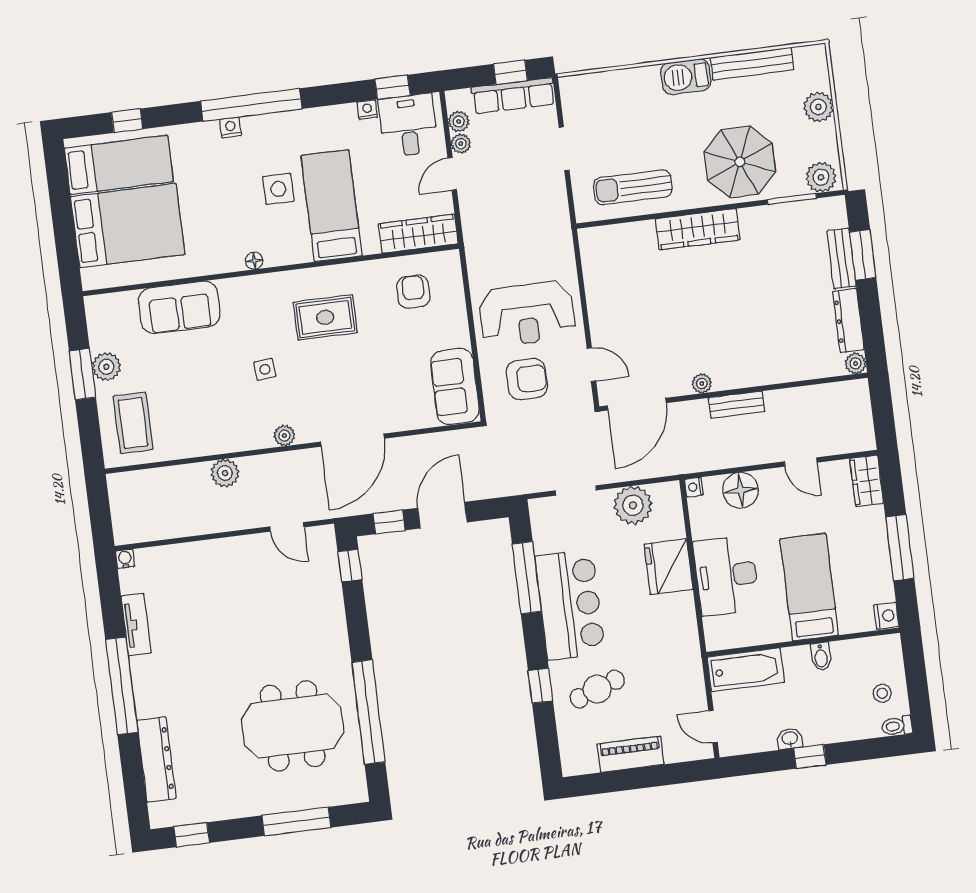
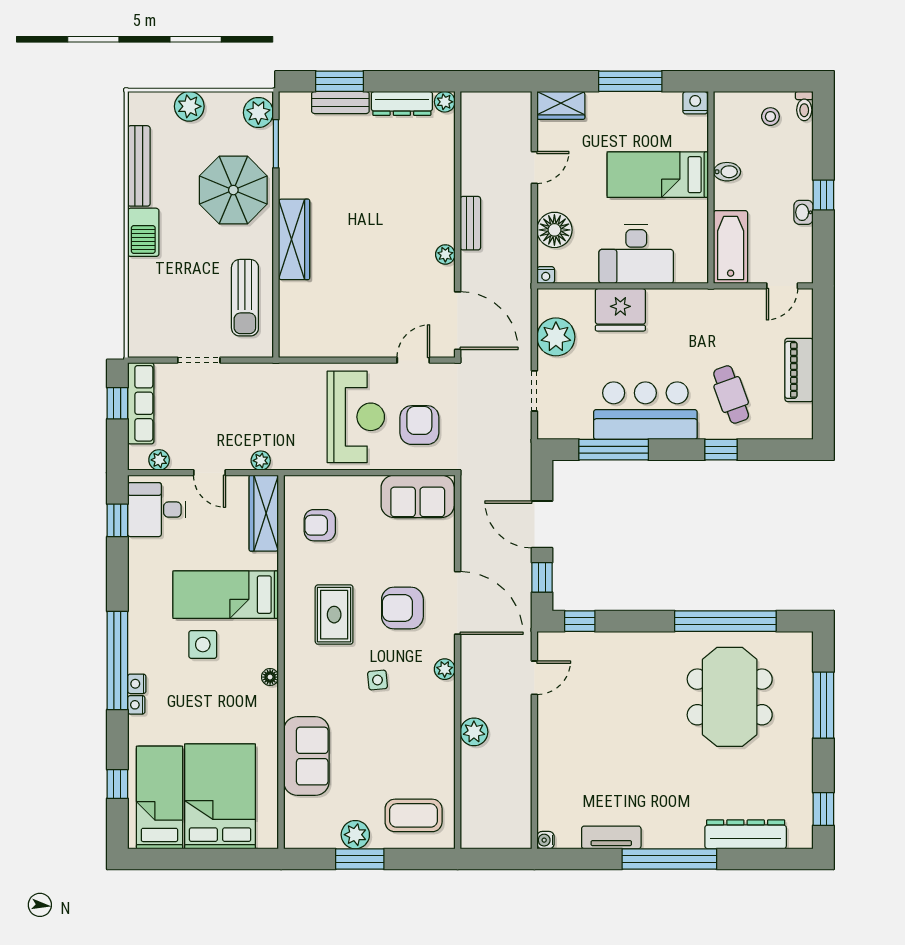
nightstand: (367, 110) -> (136, 705), moved
plant: (461, 144) -> (261, 461), moved
armchair: (340, 385) -> (402, 608), added

